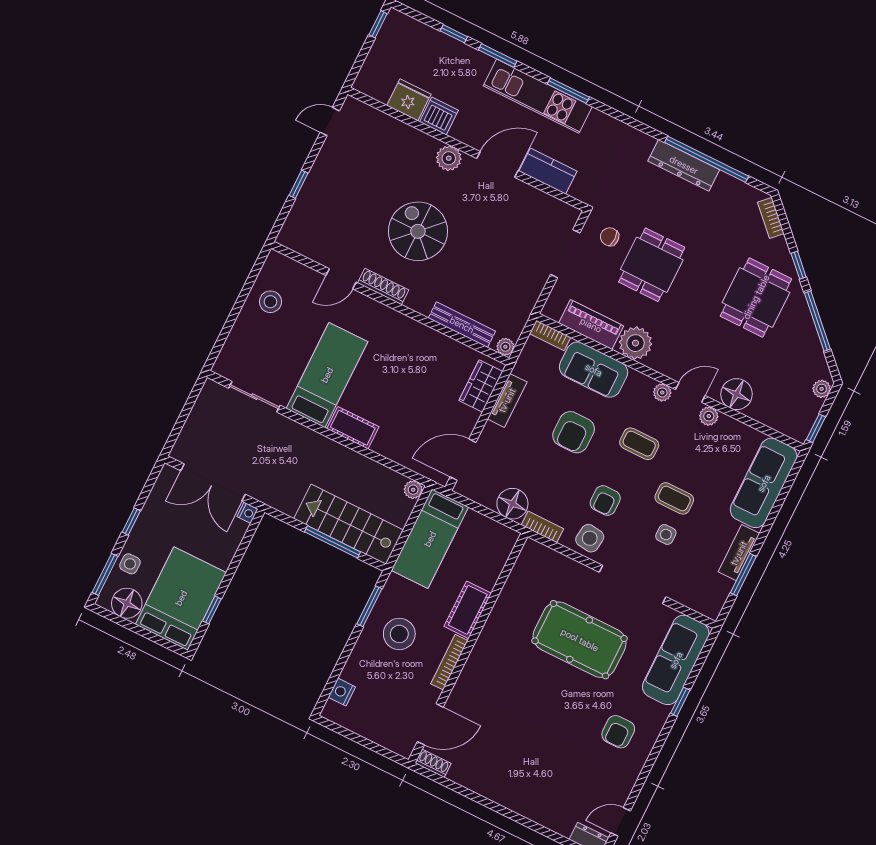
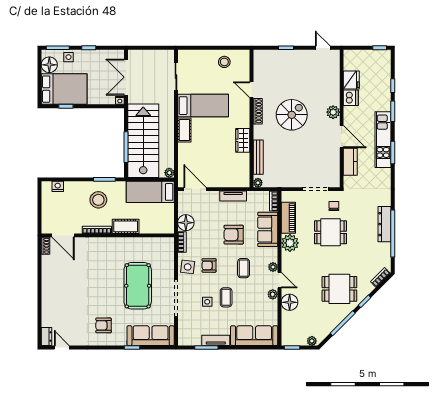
wardrobe: (481, 386) -> (243, 140), moved, turned -90
stairs: (349, 524) -> (143, 141), width x1.36, depth x1.51

